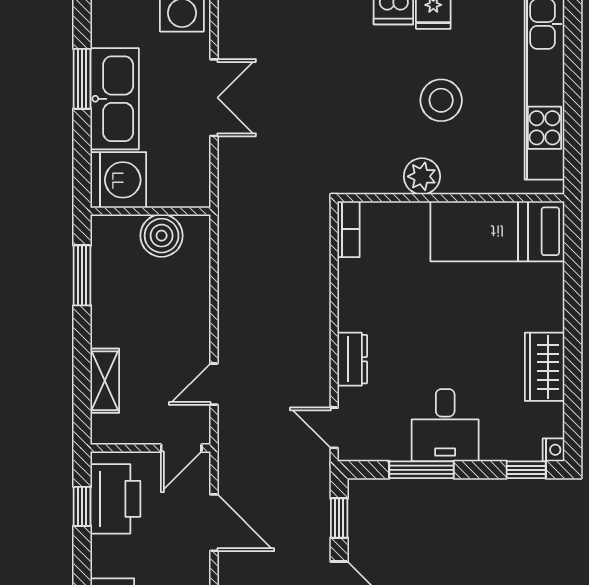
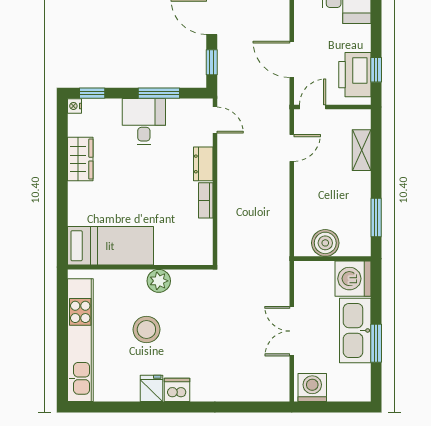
bookcase: (349, 229) -> (206, 200), moved

